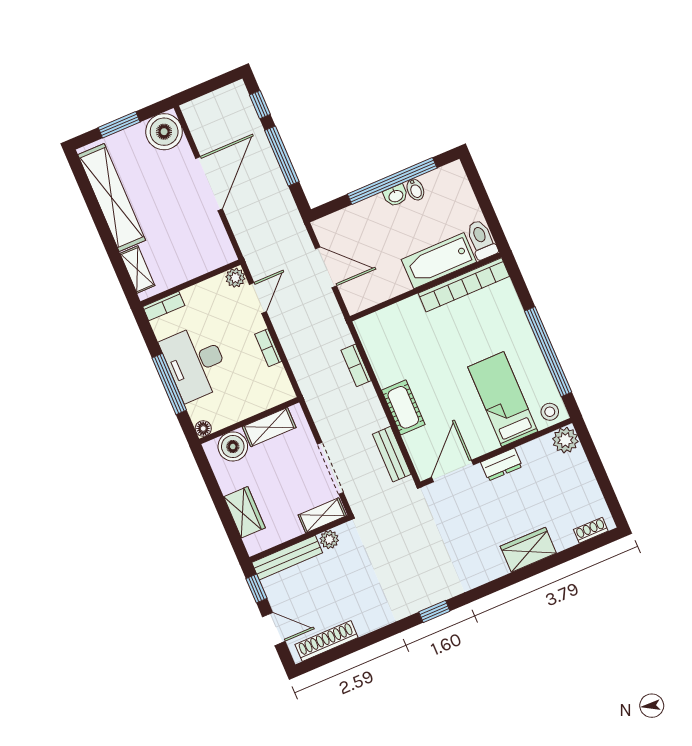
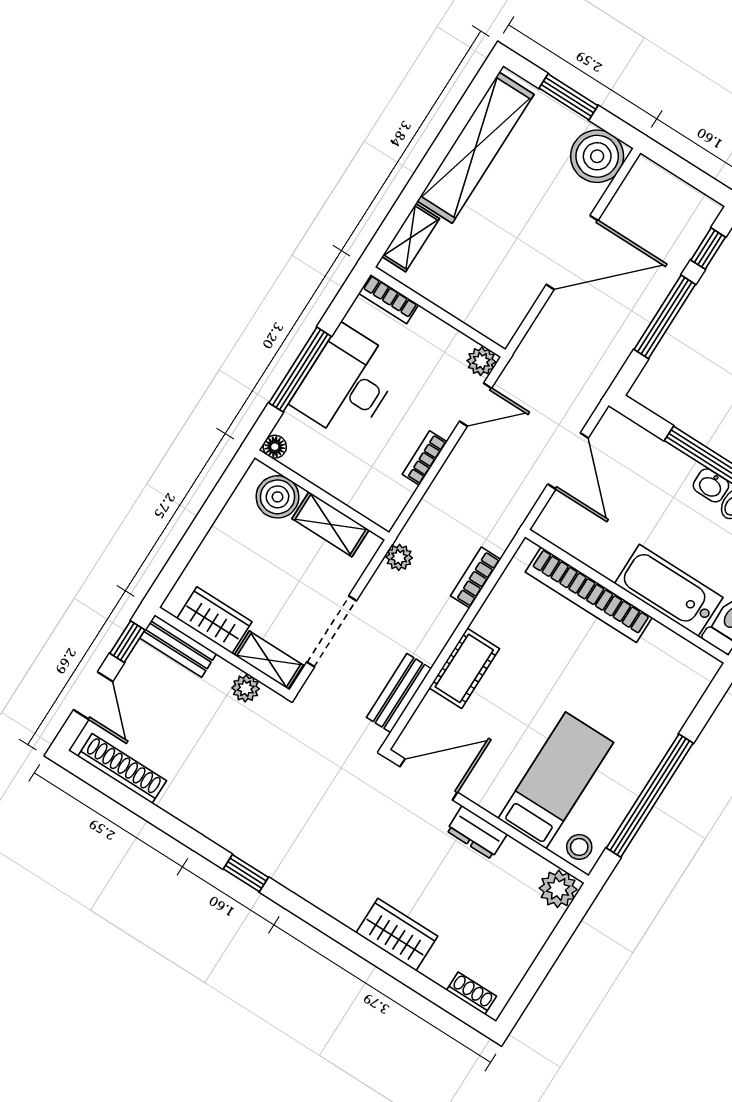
bookcase: (464, 285) -> (589, 595), moved
plant: (315, 401) -> (399, 557), added
wardrobe: (245, 512) -> (214, 620), moved, turned -90
bench: (287, 558) -> (178, 646), width x0.73

